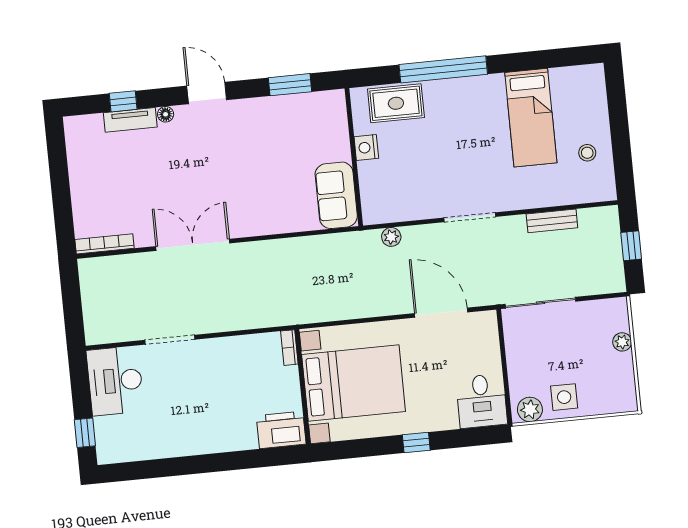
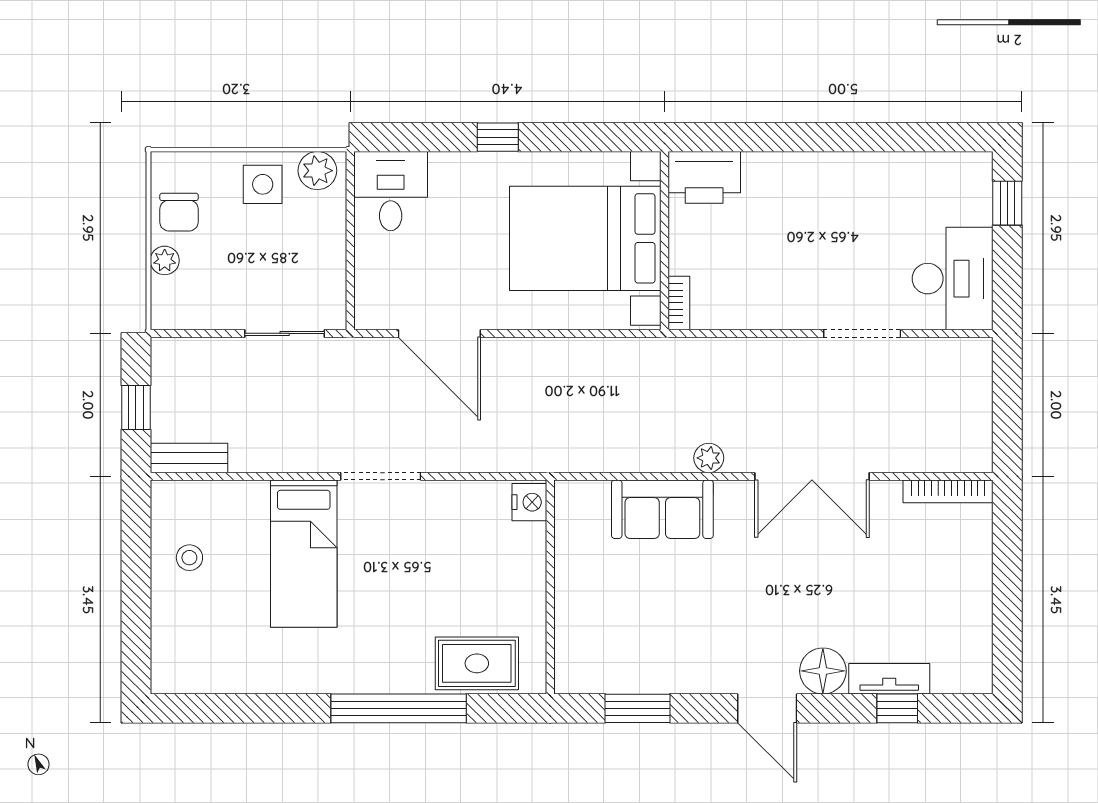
floor lamp: (166, 114) -> (823, 671), width x1.89, depth x1.89
bed: (531, 118) -> (304, 554), moved, turned 180
nightstand: (366, 148) -> (529, 502), moved
sofa: (336, 195) -> (662, 509), moved, turned 90
bench: (552, 221) -> (189, 458), moved
plant: (391, 237) -> (709, 458), moved
sliding door: (541, 303) -> (285, 333), width x0.73
chair: (616, 374) -> (179, 212), added

